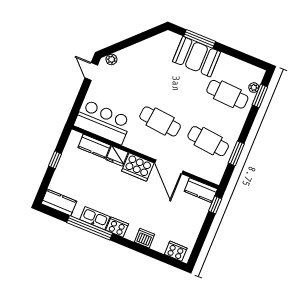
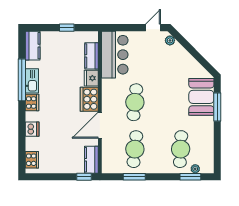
booth: (197, 57) -> (201, 97), moved

